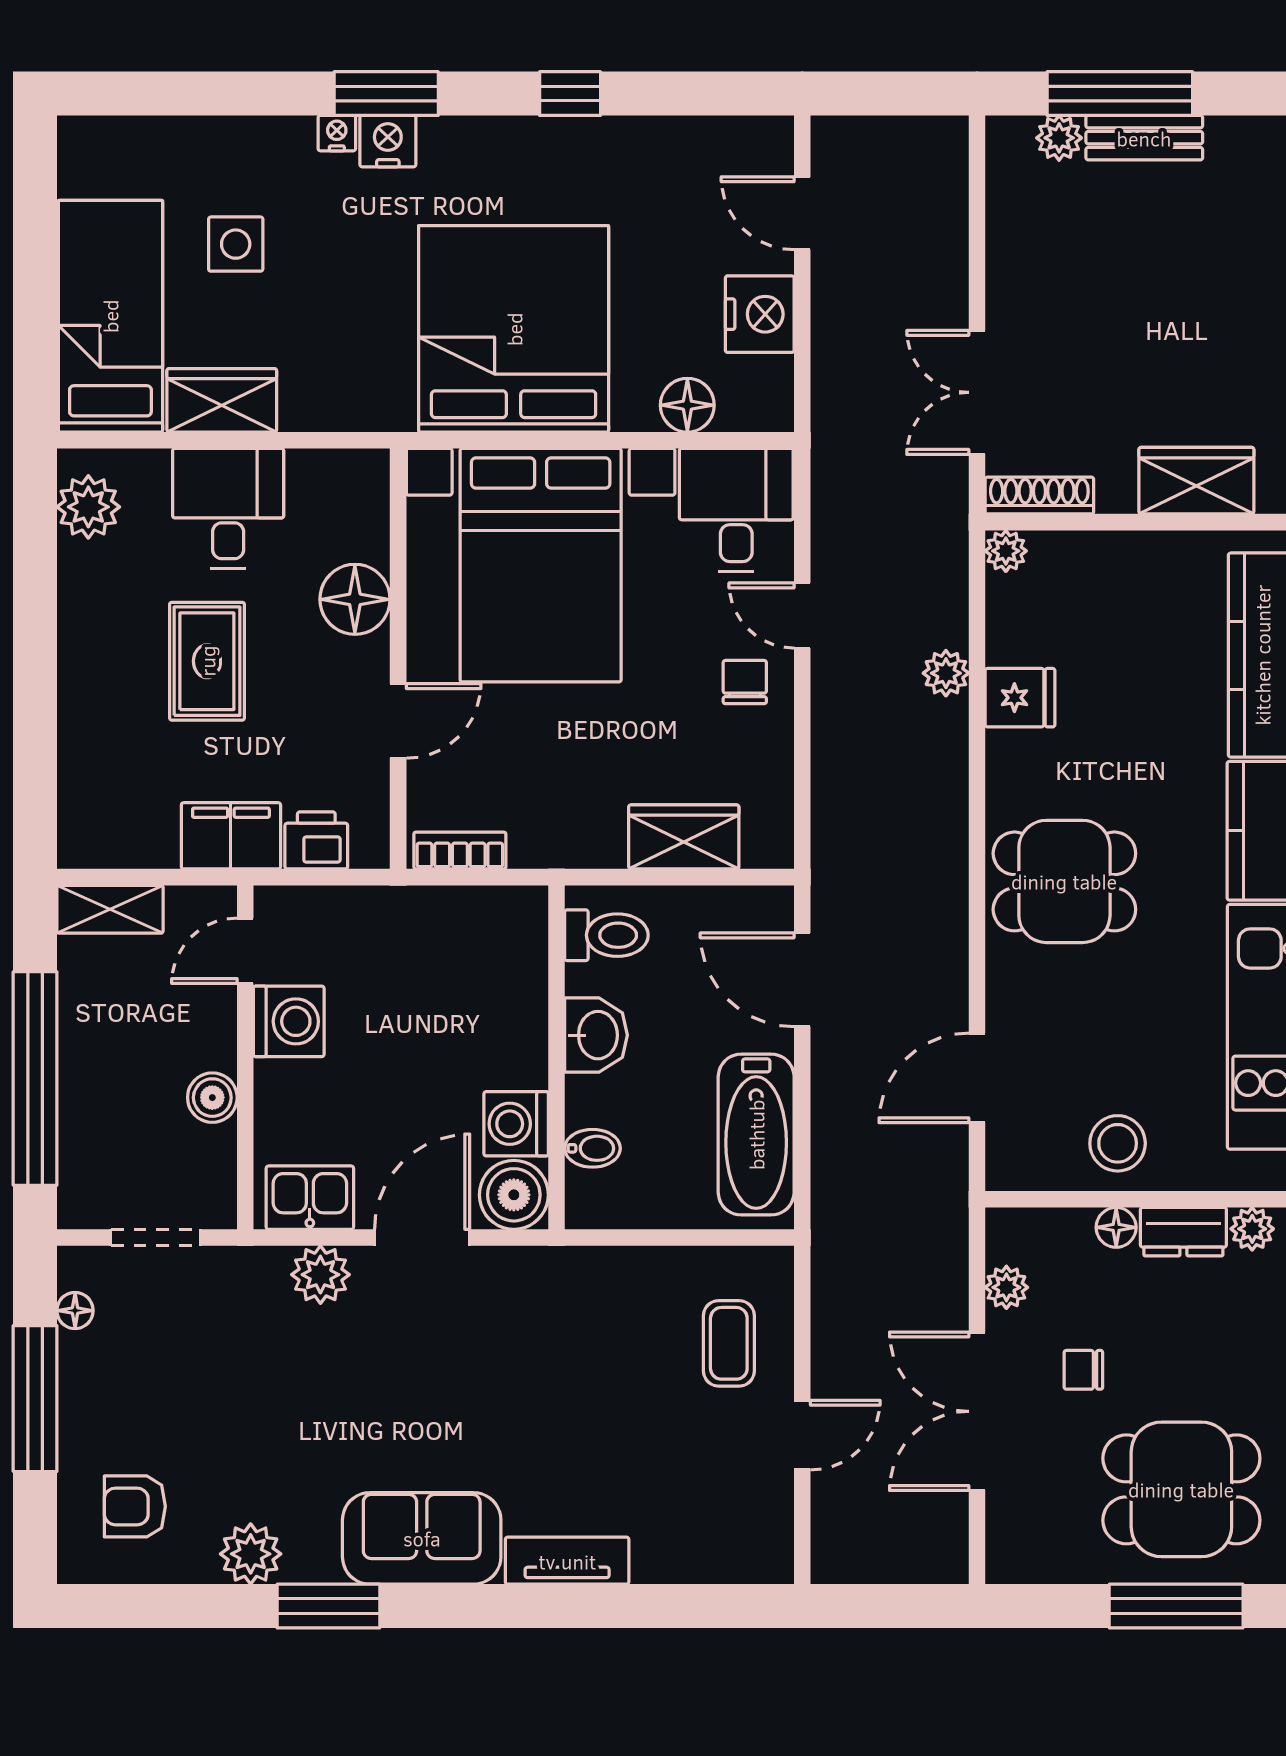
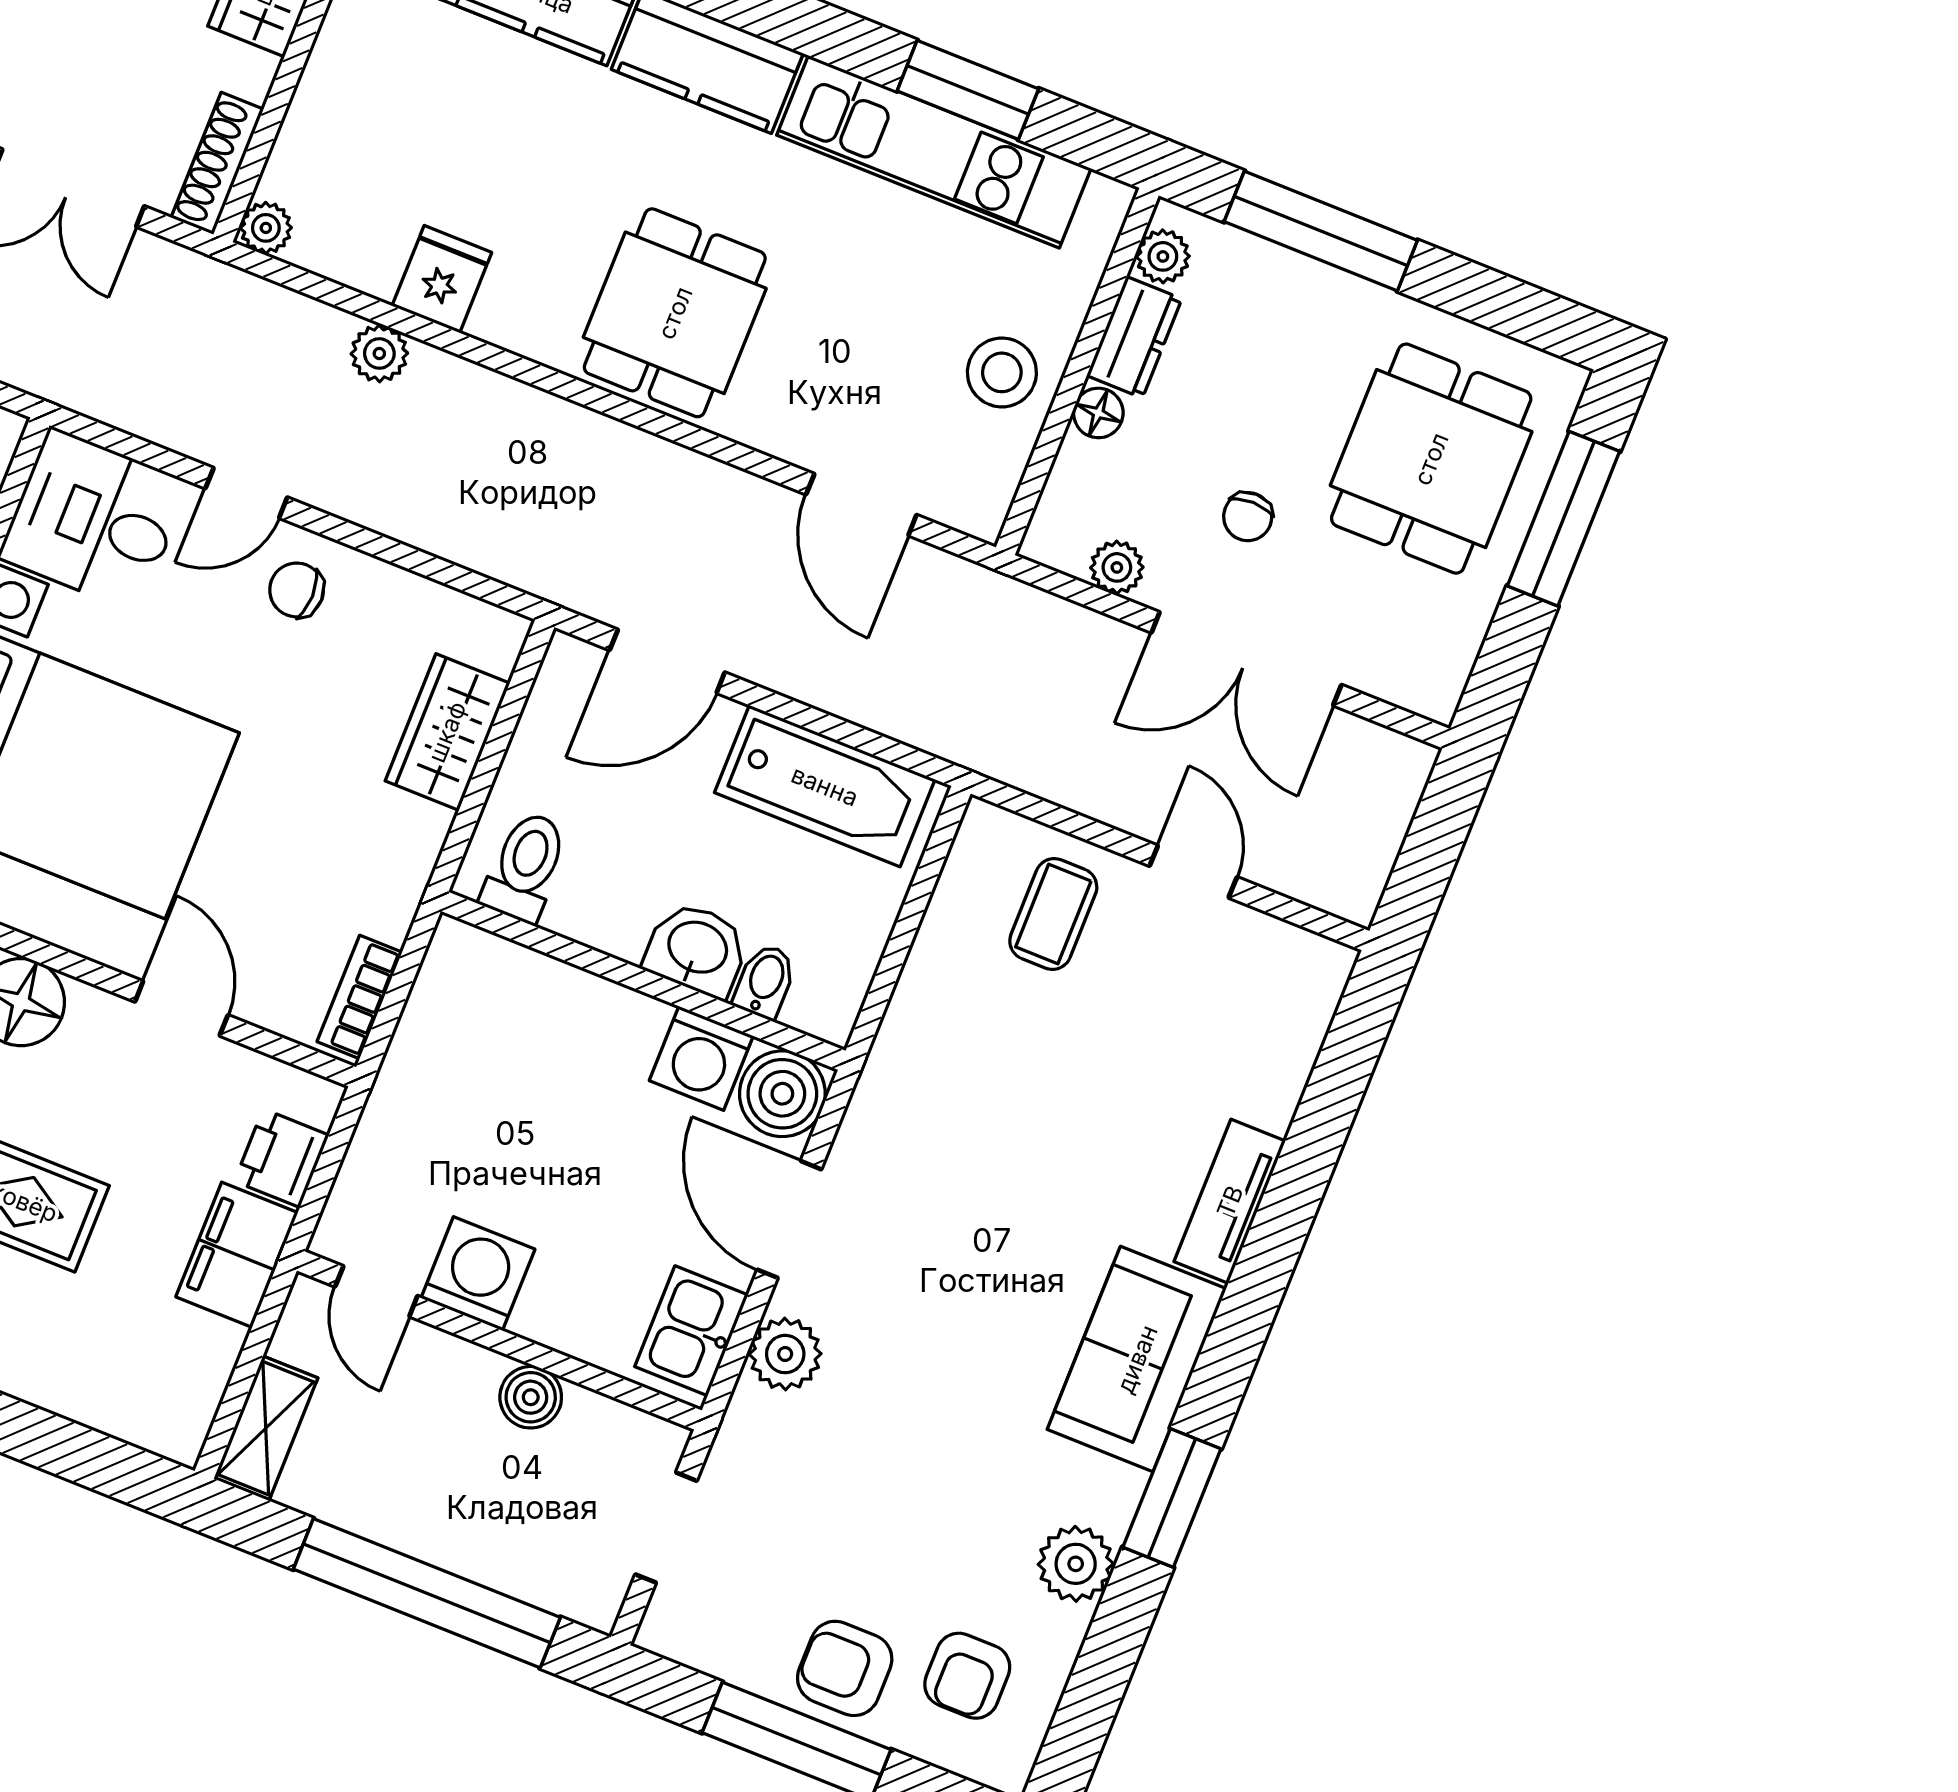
washbasin: (596, 1035) -> (697, 949), moved
floor lamp: (75, 1311) -> (713, 1654), removed
coffee table: (729, 1343) -> (1053, 914), turned 90
armchair: (104, 1413) -> (845, 1668), added

